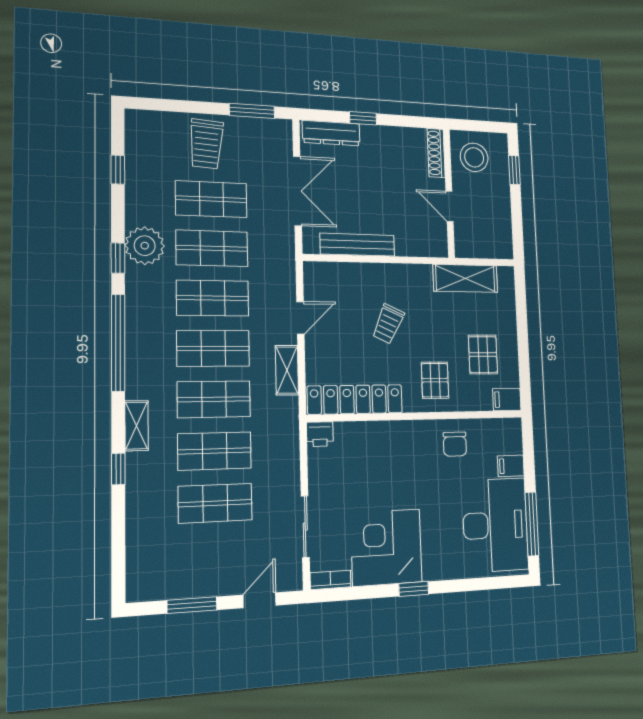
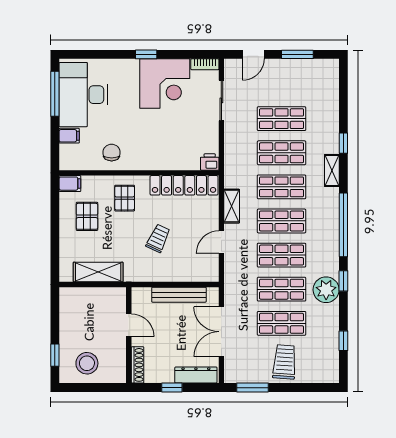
shoe rack: (436, 153) -> (138, 365), moved
wall: (449, 193) -> (129, 335), moved
door: (449, 206) -> (129, 325), moved

